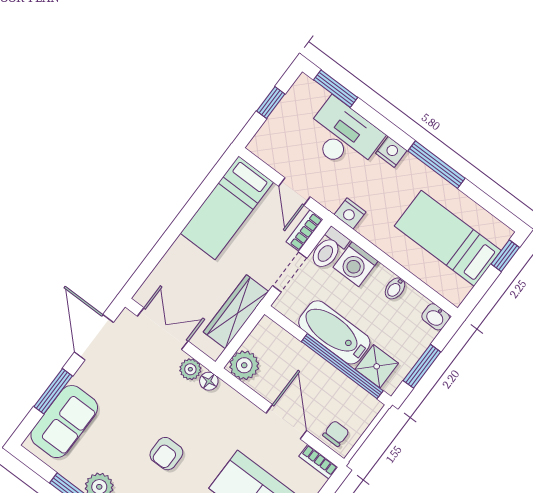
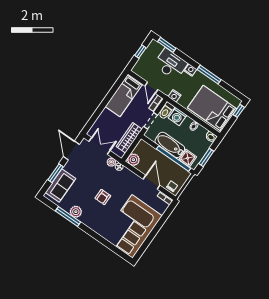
bed: (448, 238) -> (212, 108), width x1.50

